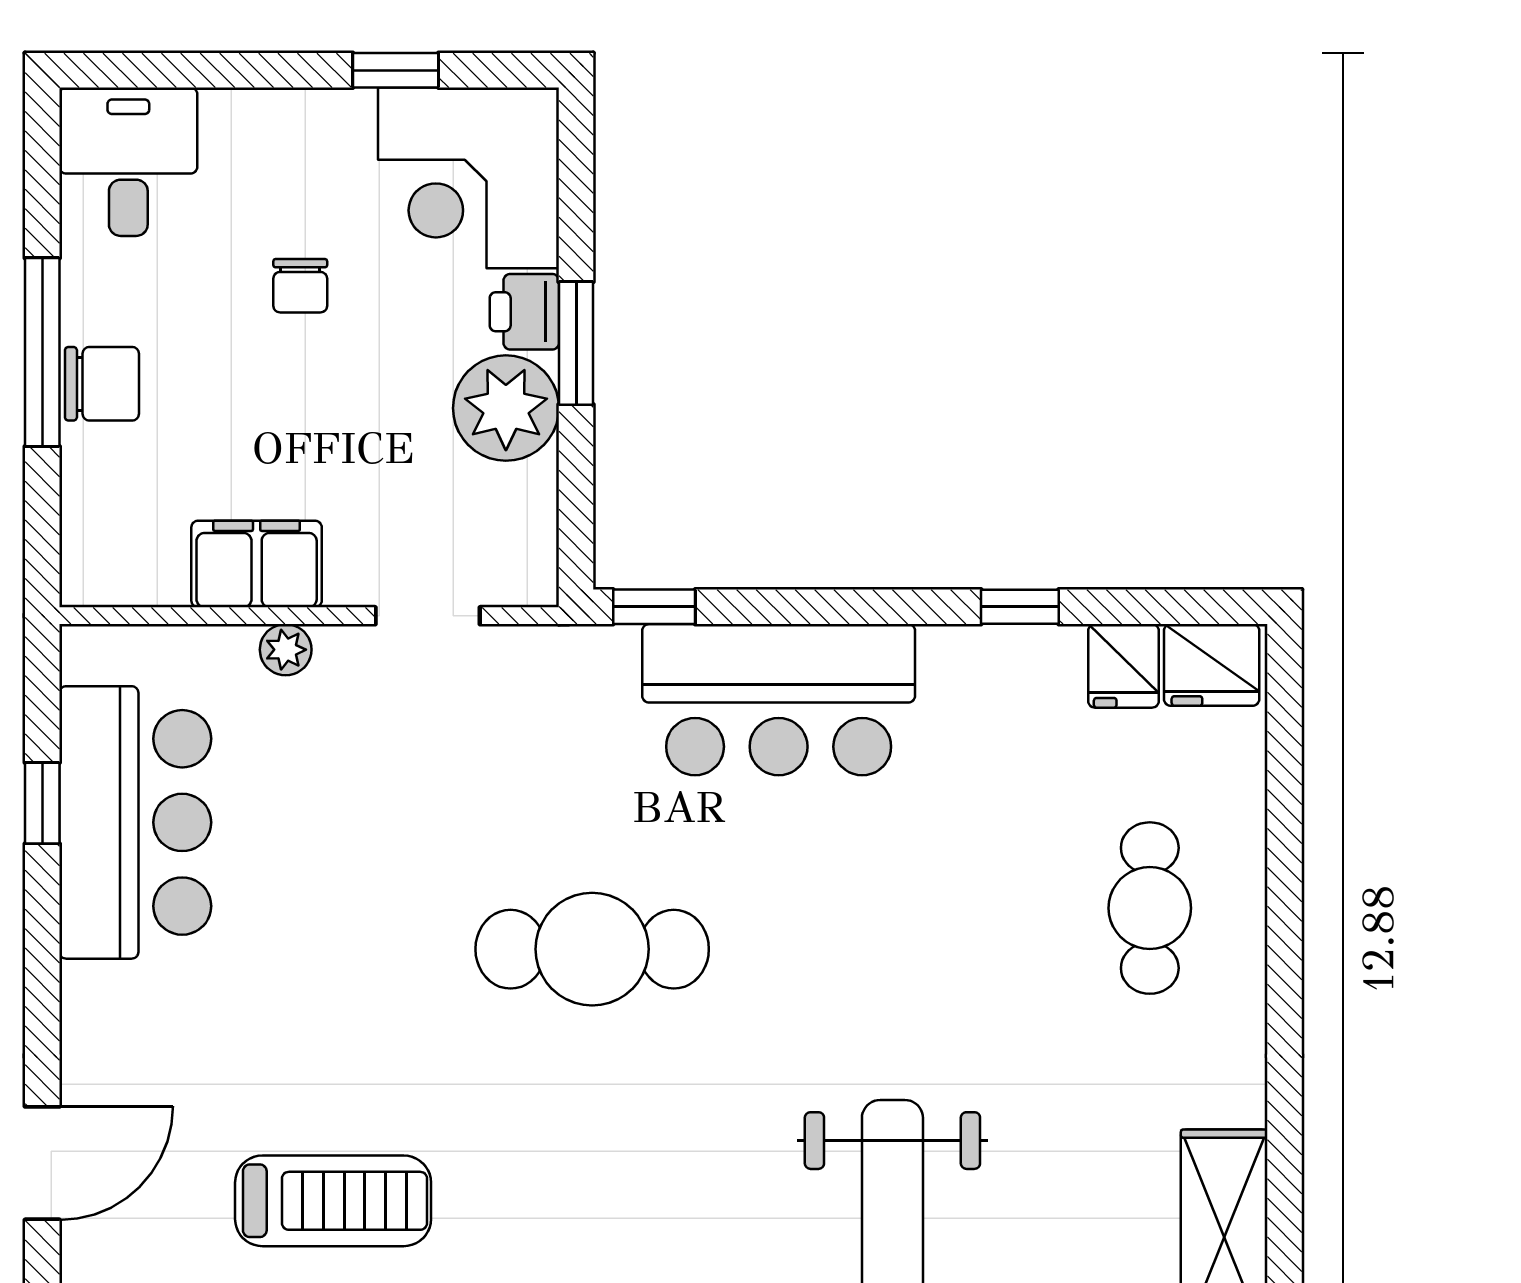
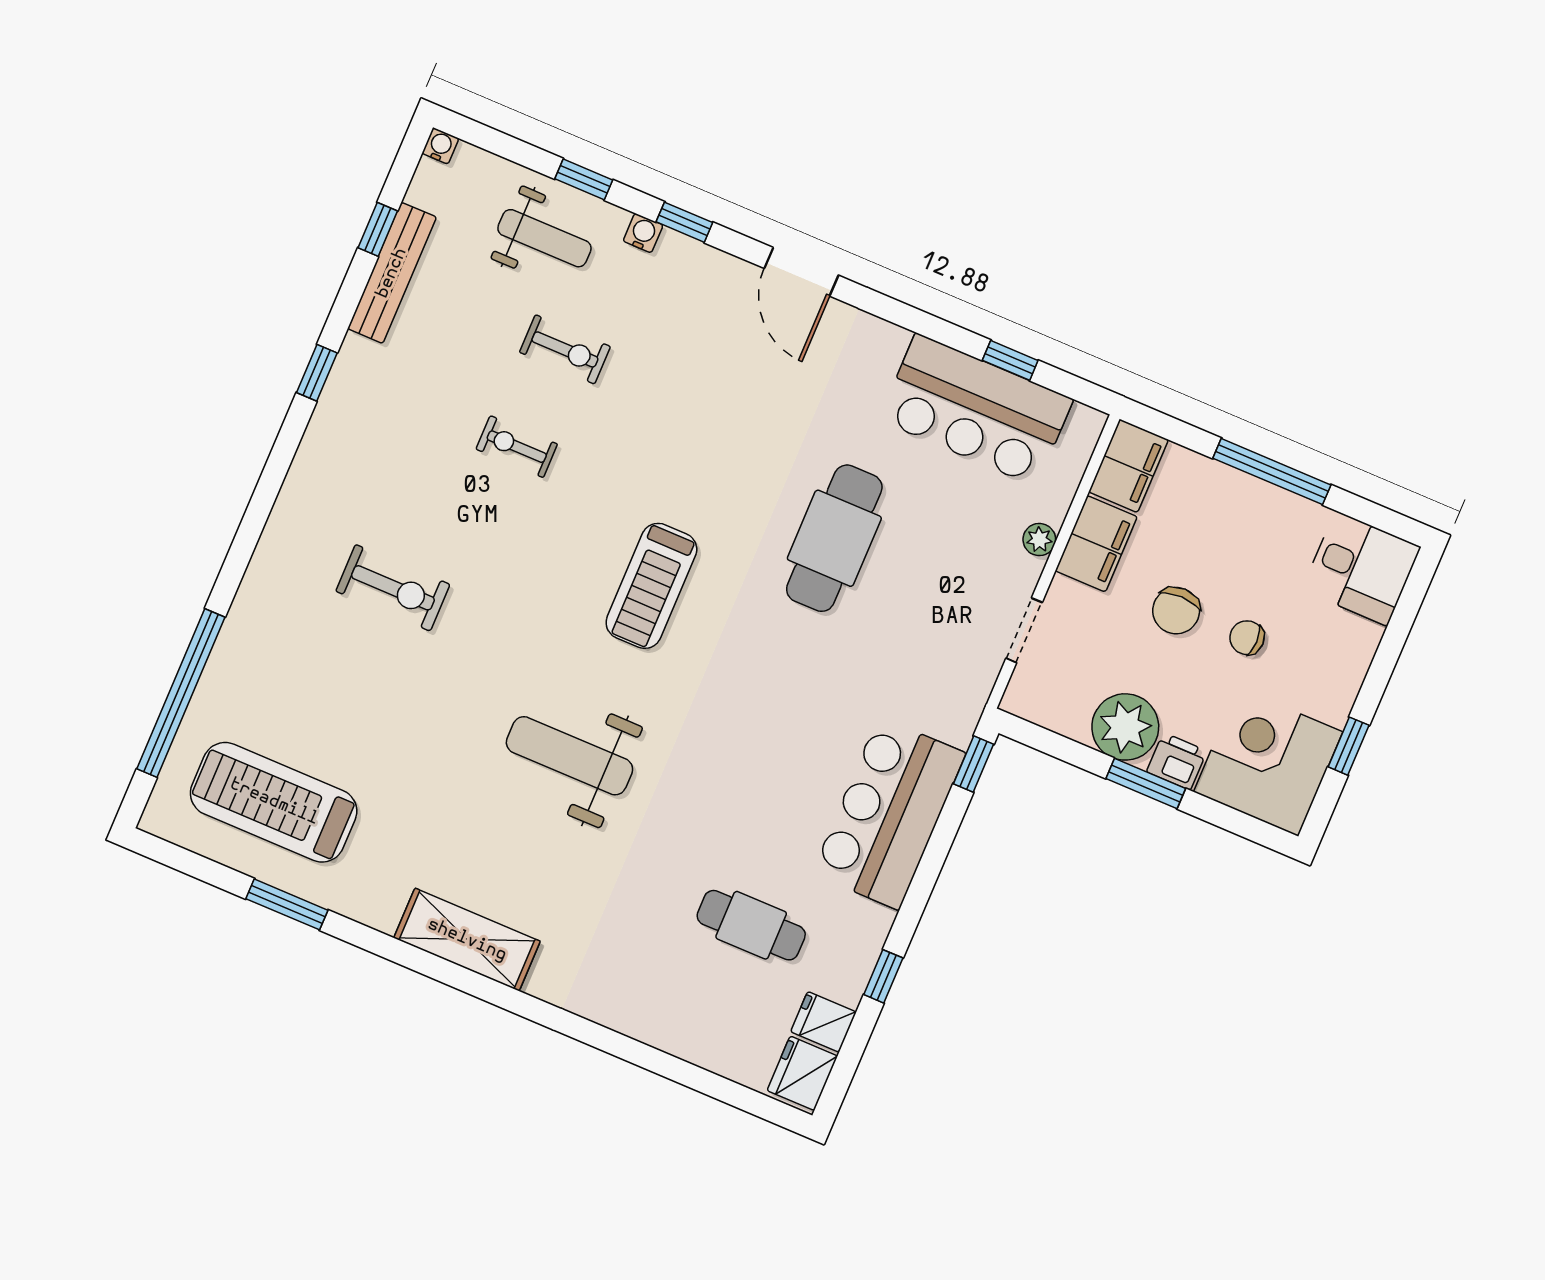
chair: (102, 384) -> (1176, 611), moved
filing cabinet: (123, 565) -> (1128, 466), added
cafe table: (1150, 908) -> (751, 925), moved
cafe table: (592, 949) -> (834, 538), moved
treadmill: (333, 1201) -> (651, 586), moved

